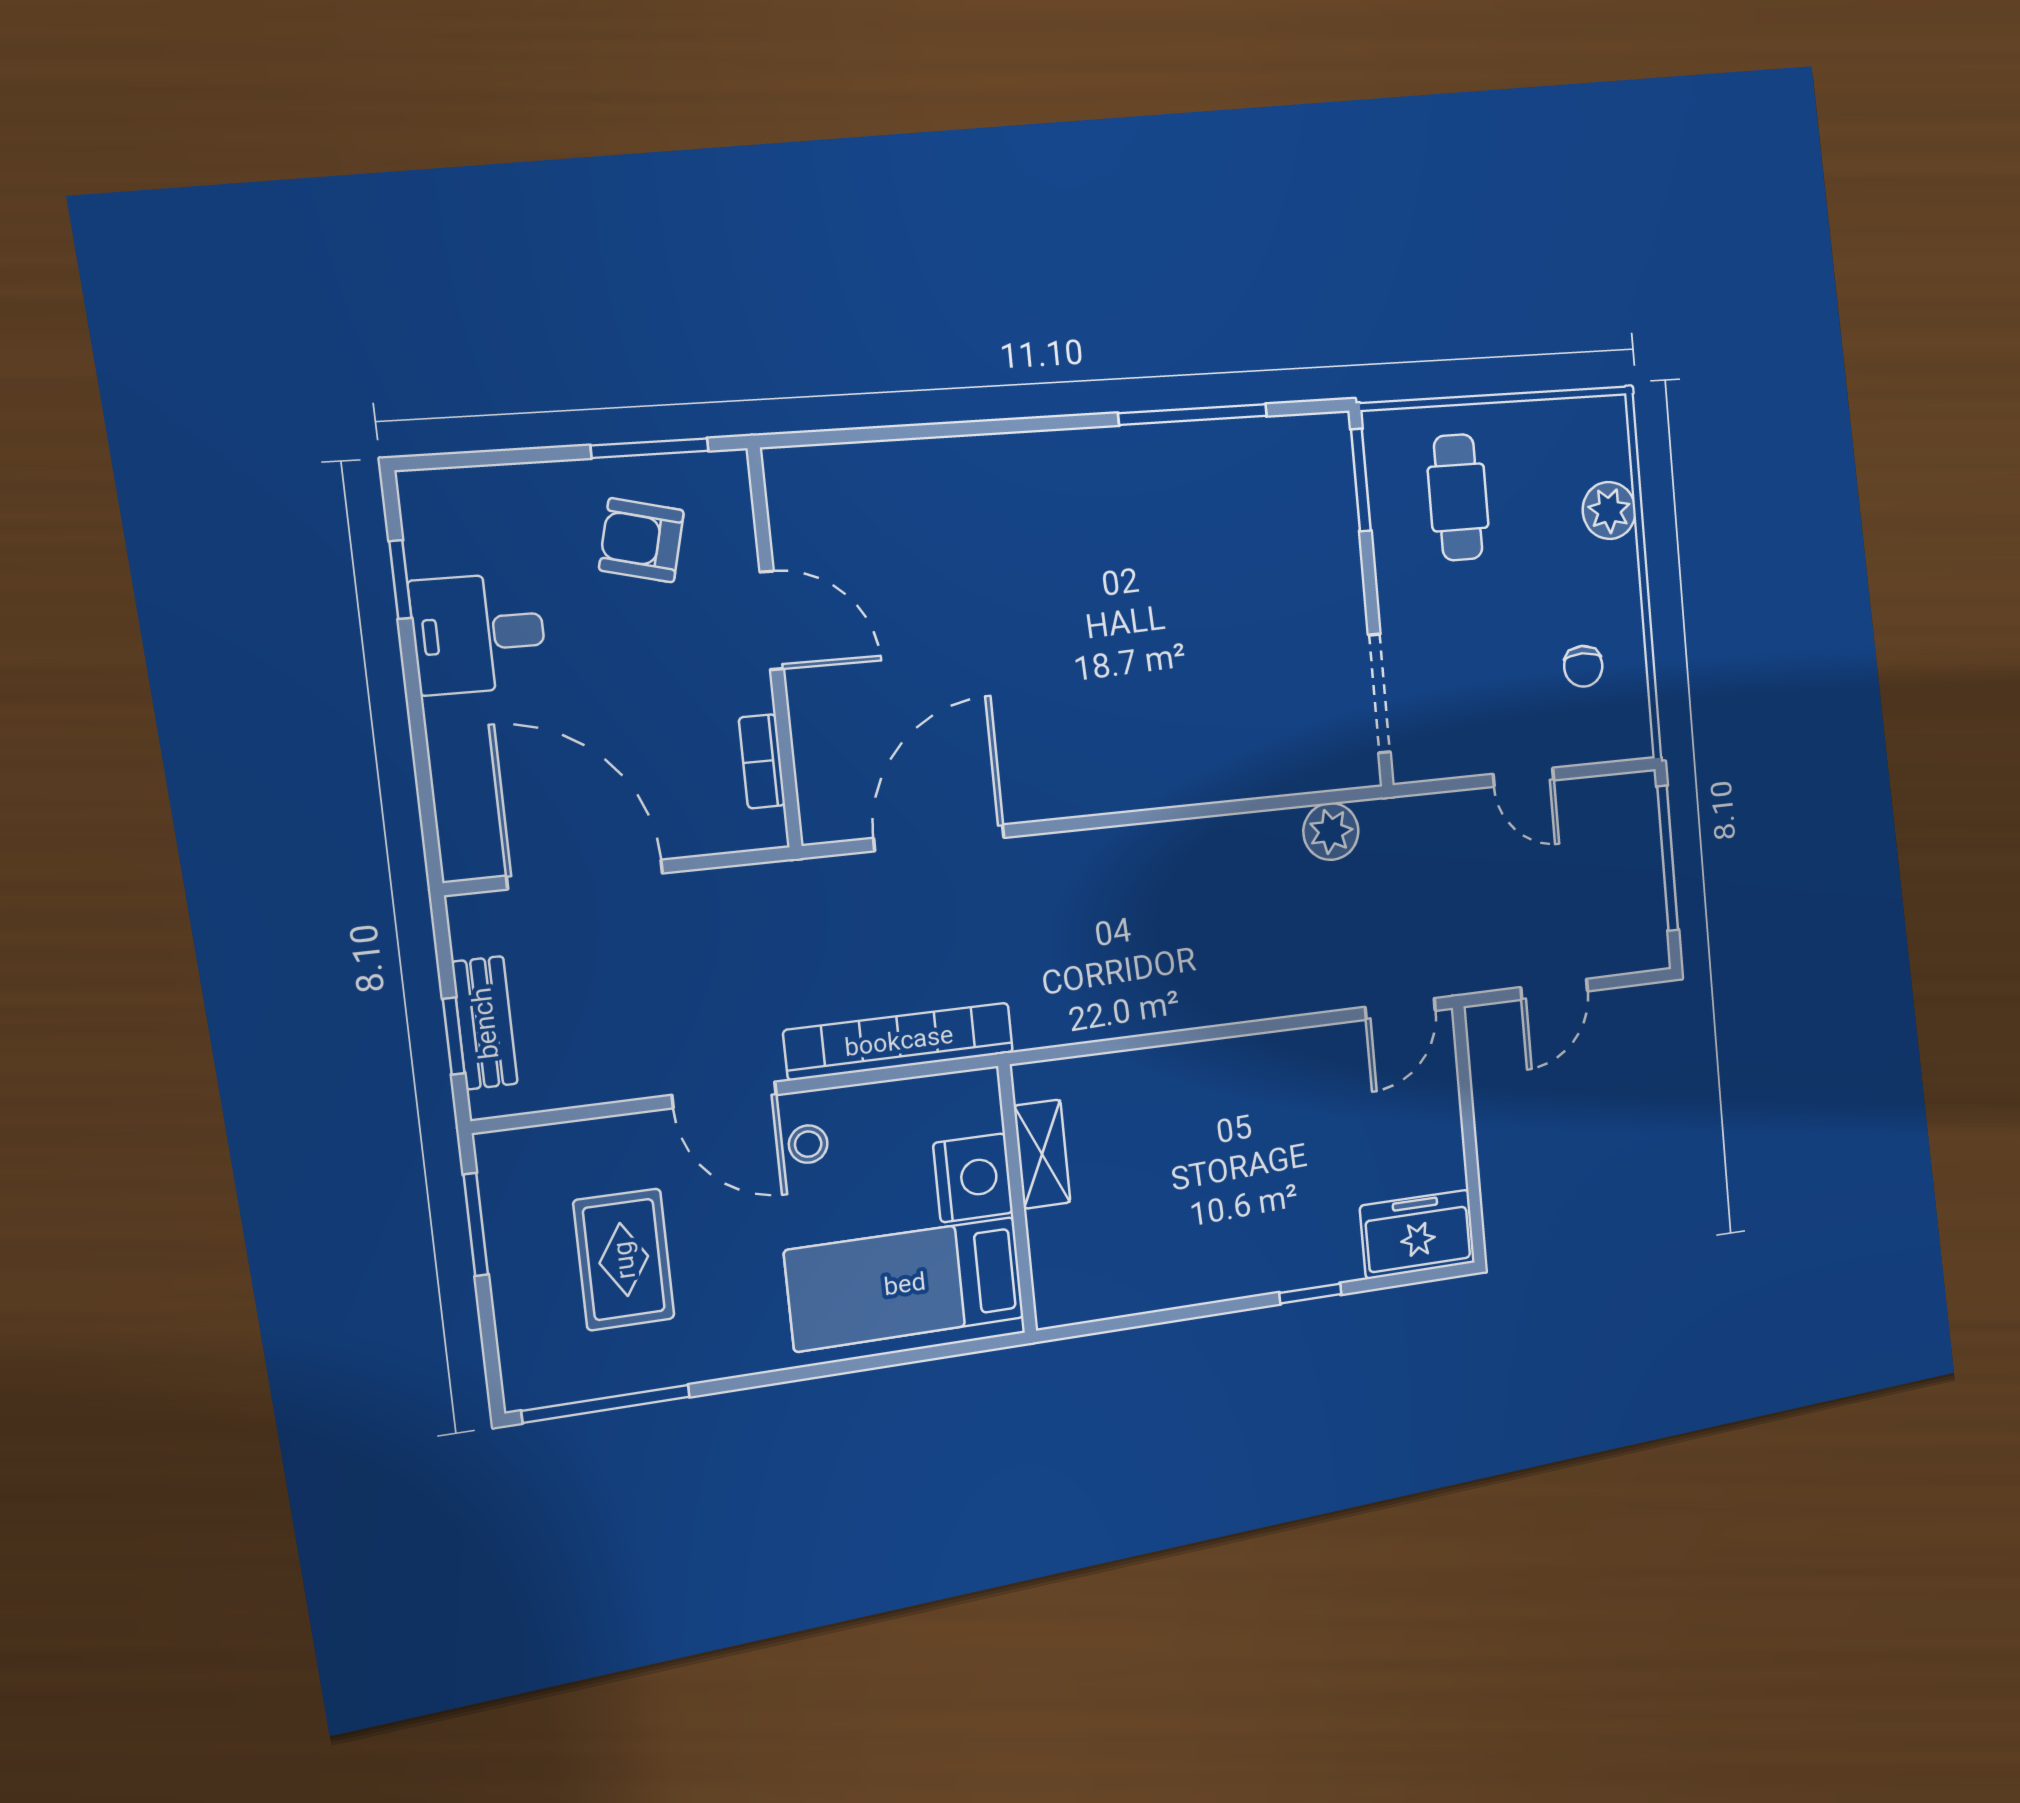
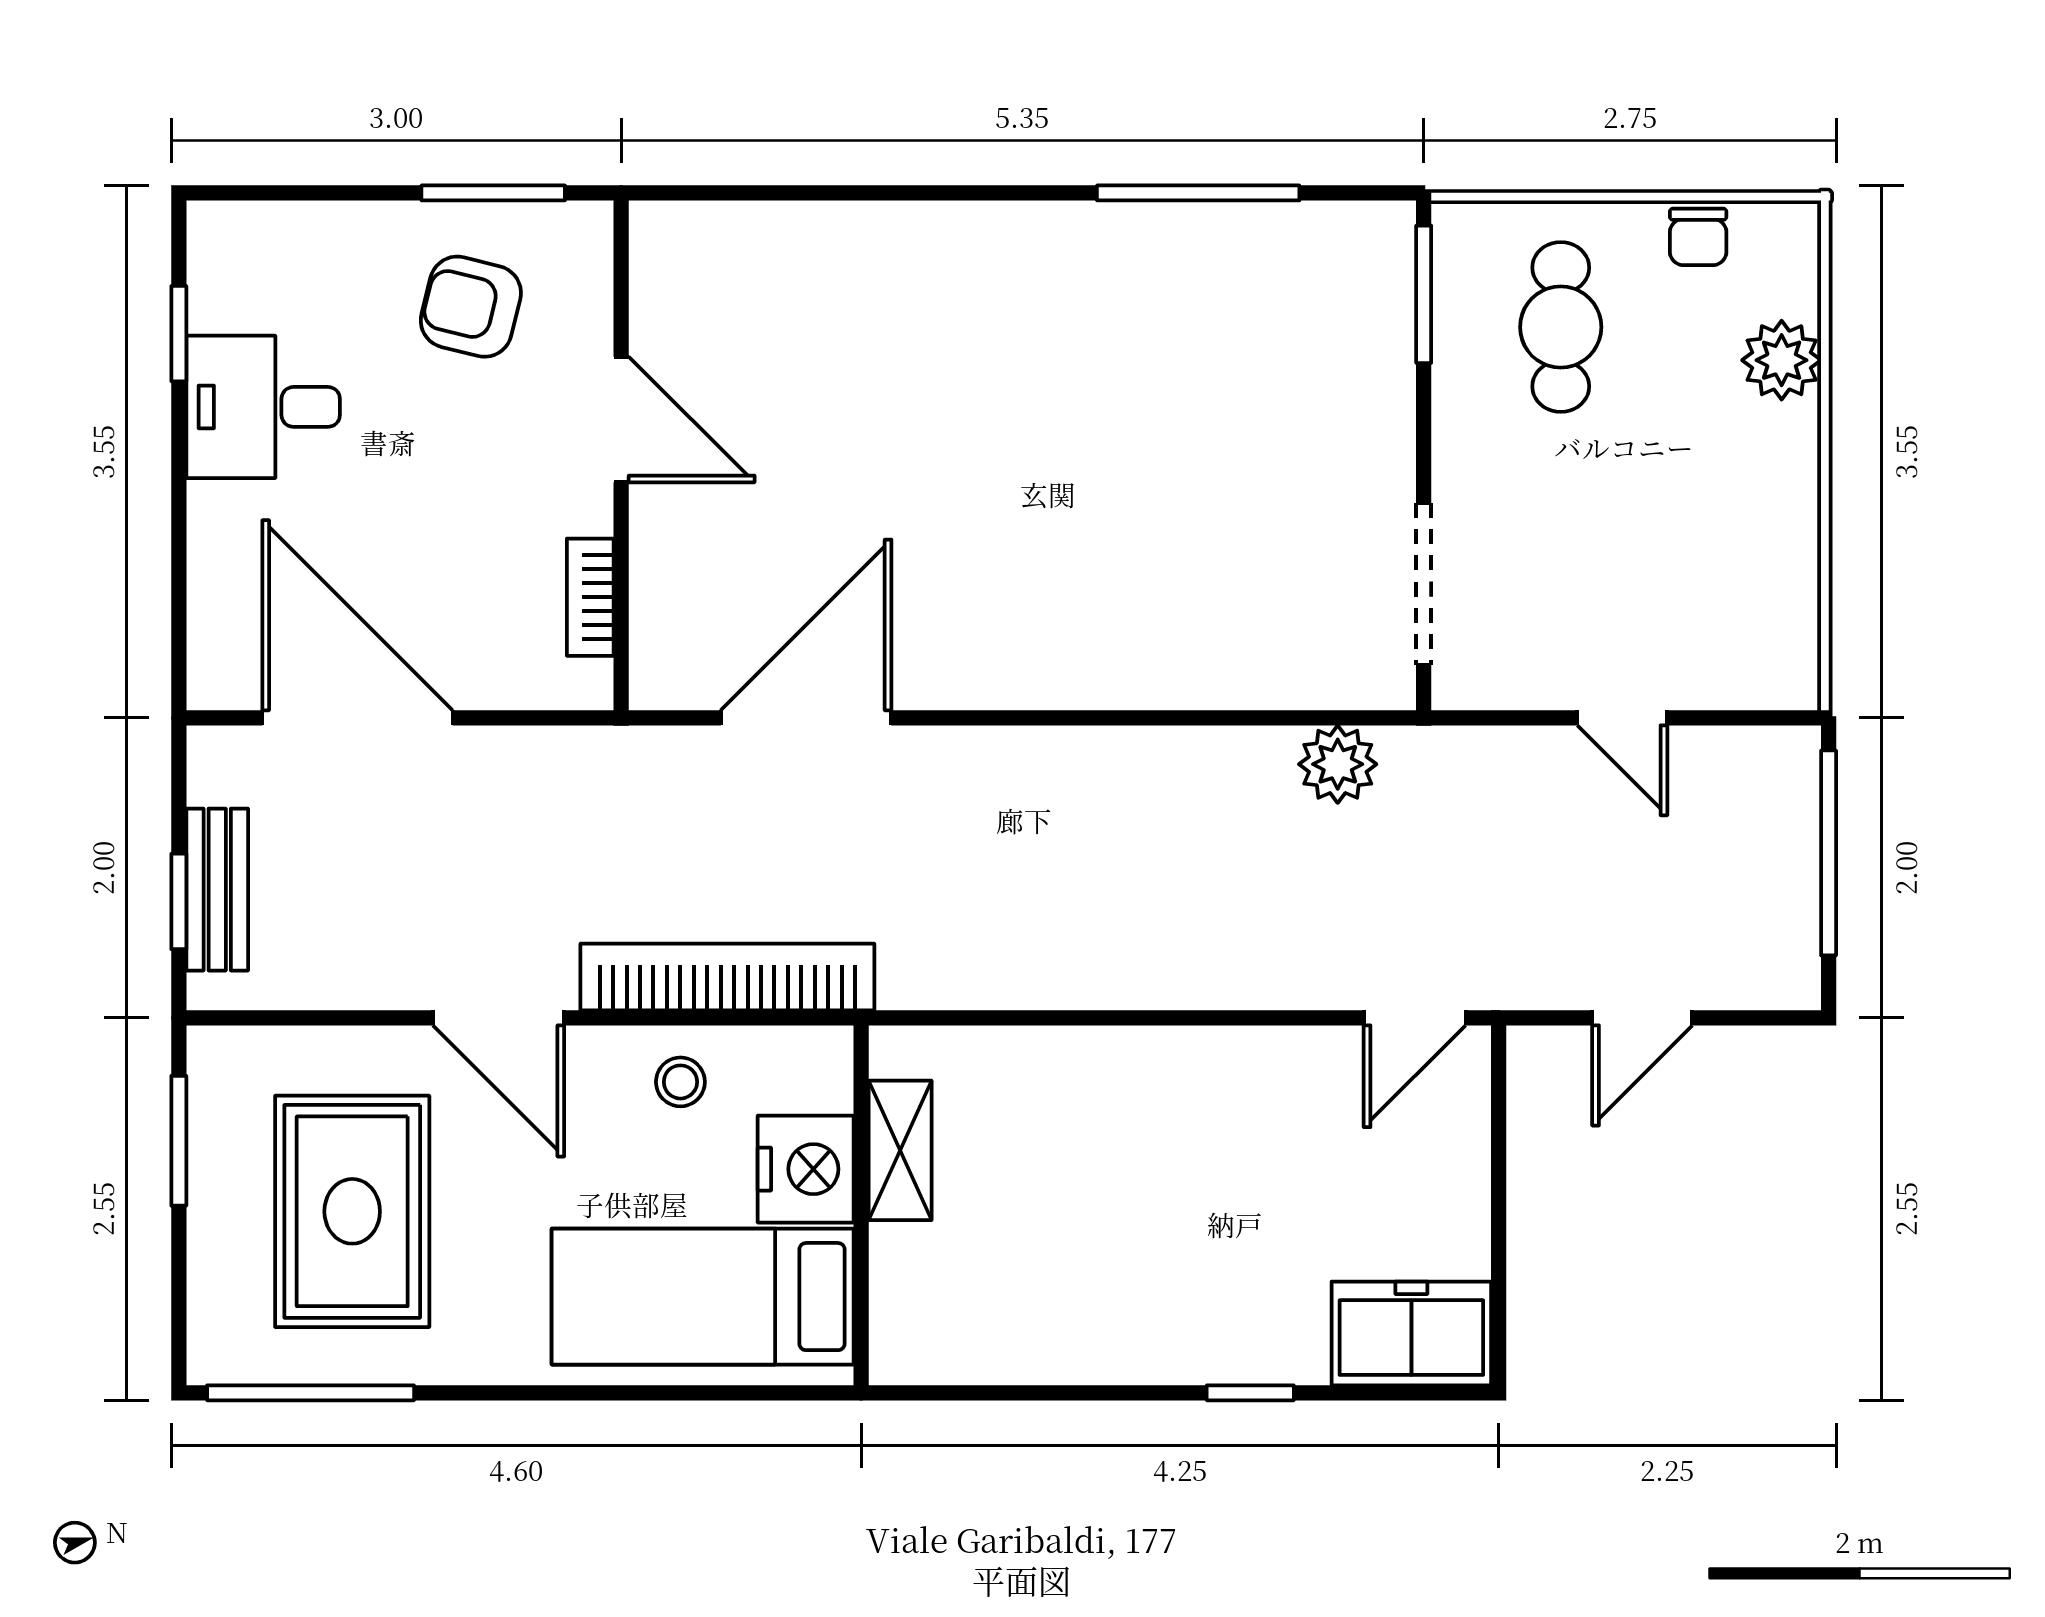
chair: (1583, 666) -> (1698, 237), moved
stool: (808, 1144) -> (680, 1082), moved
rug: (624, 1260) -> (352, 1211), width x1.36, depth x1.43

